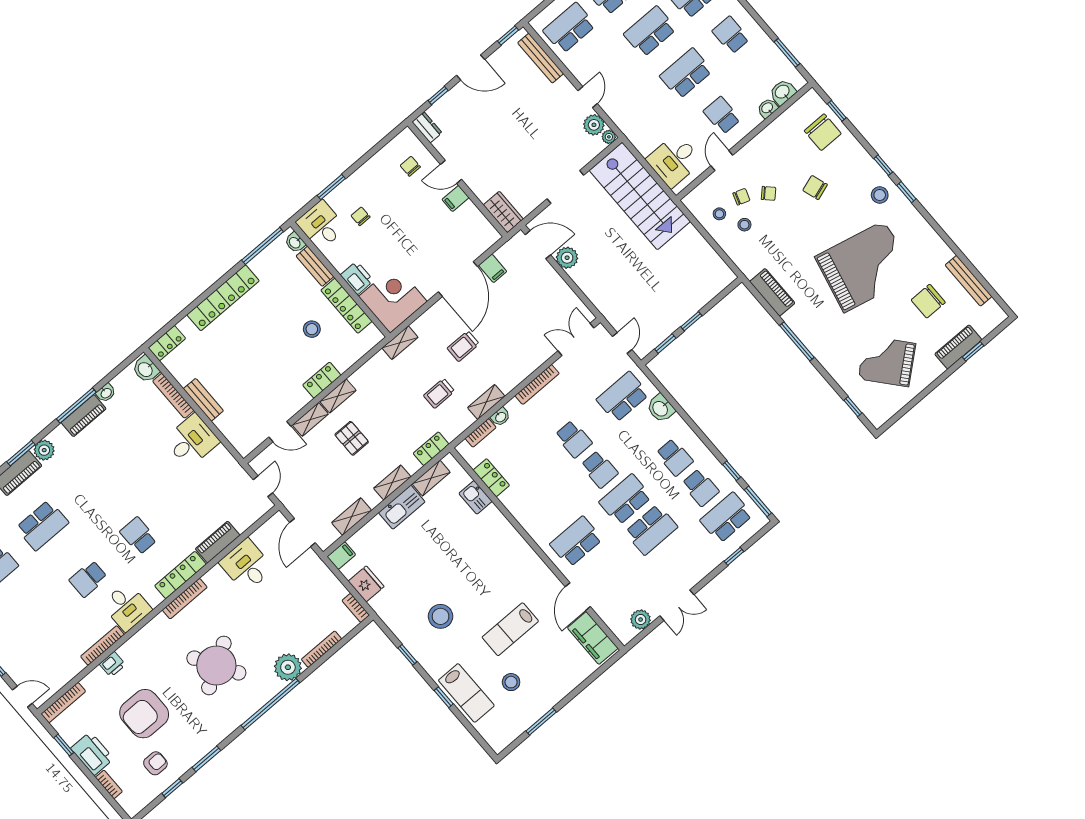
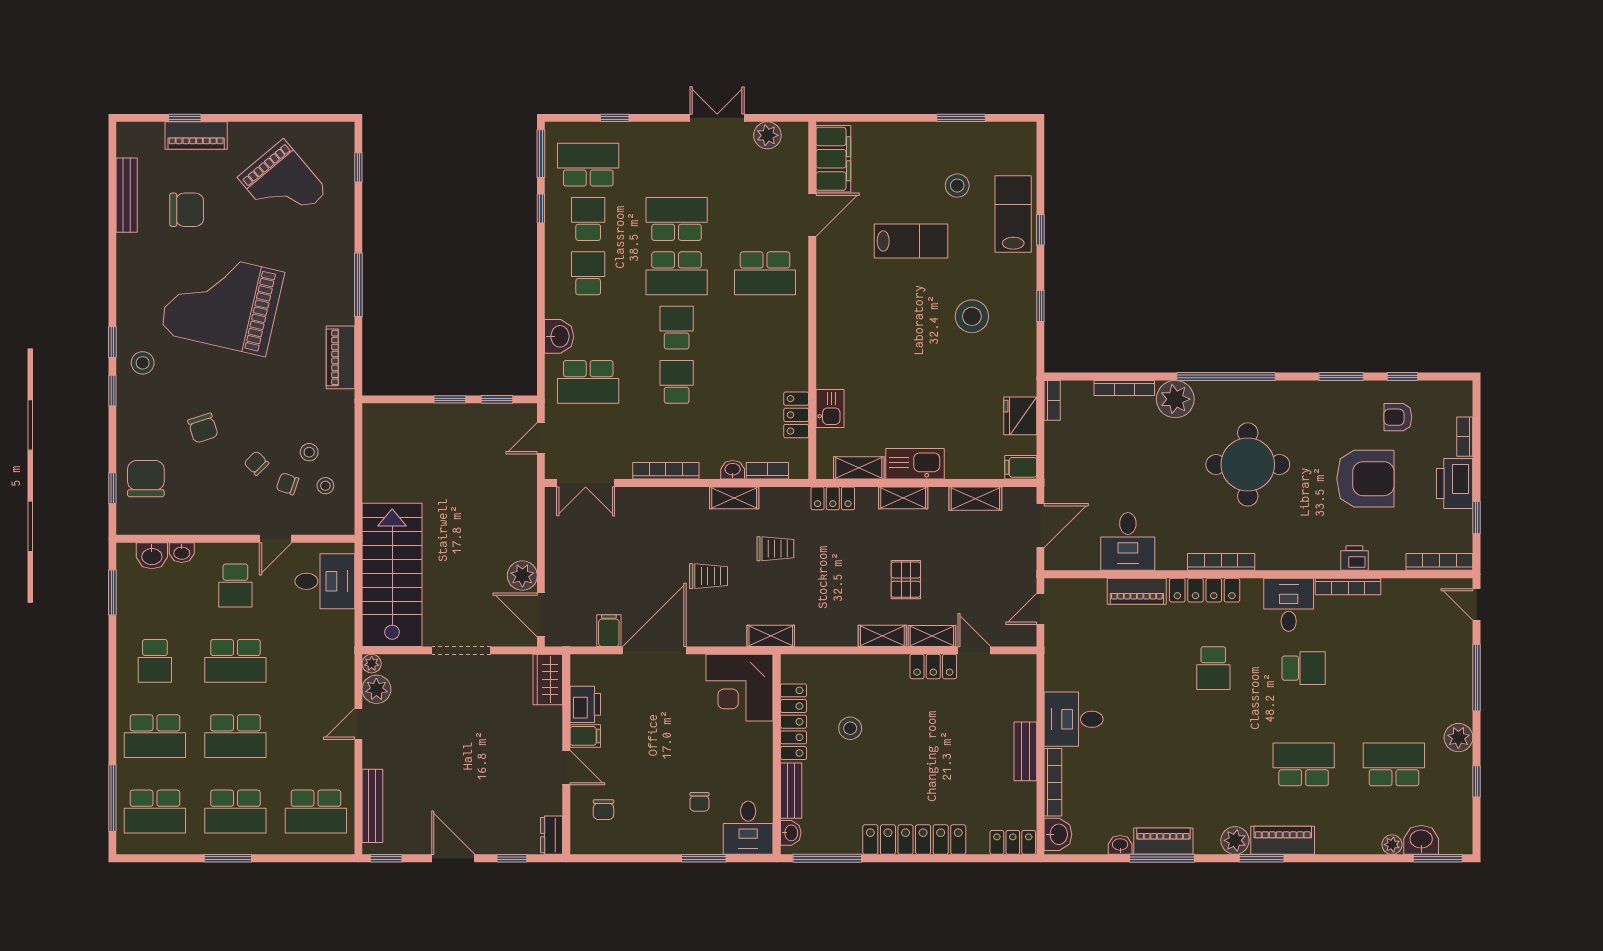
printer: (357, 278) -> (585, 704), moved, turned 180
locker: (322, 380) -> (933, 666), moved
school desk: (726, 518) -> (588, 165), turned 180
round table: (216, 665) -> (1248, 464), turned 31

